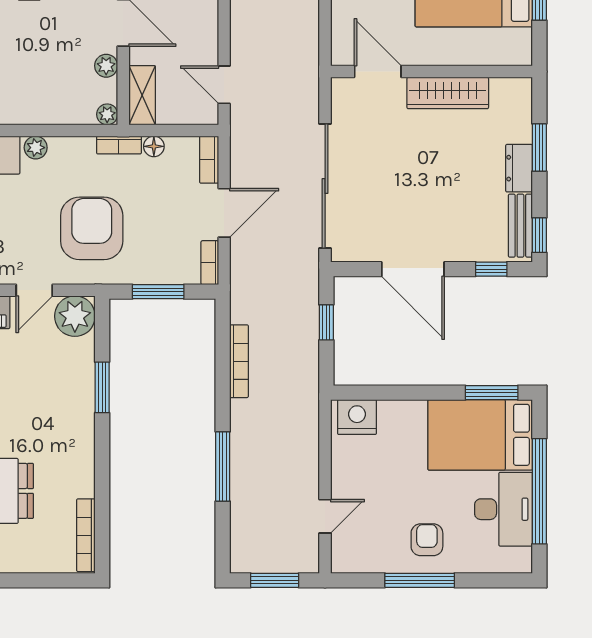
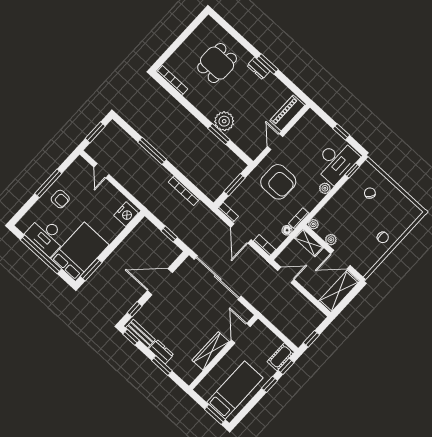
door: (378, 72) -> (241, 333), swing flipped
plant: (75, 316) -> (224, 121), moved

